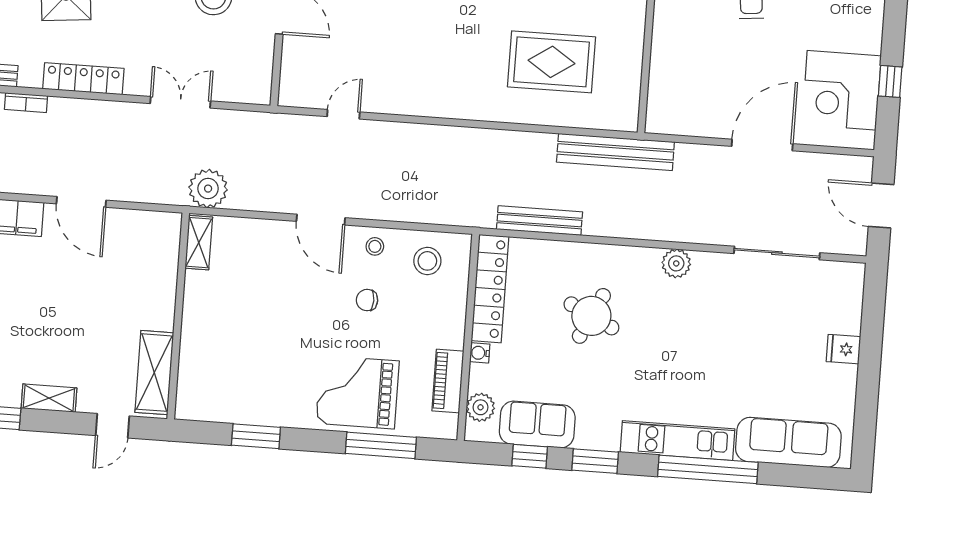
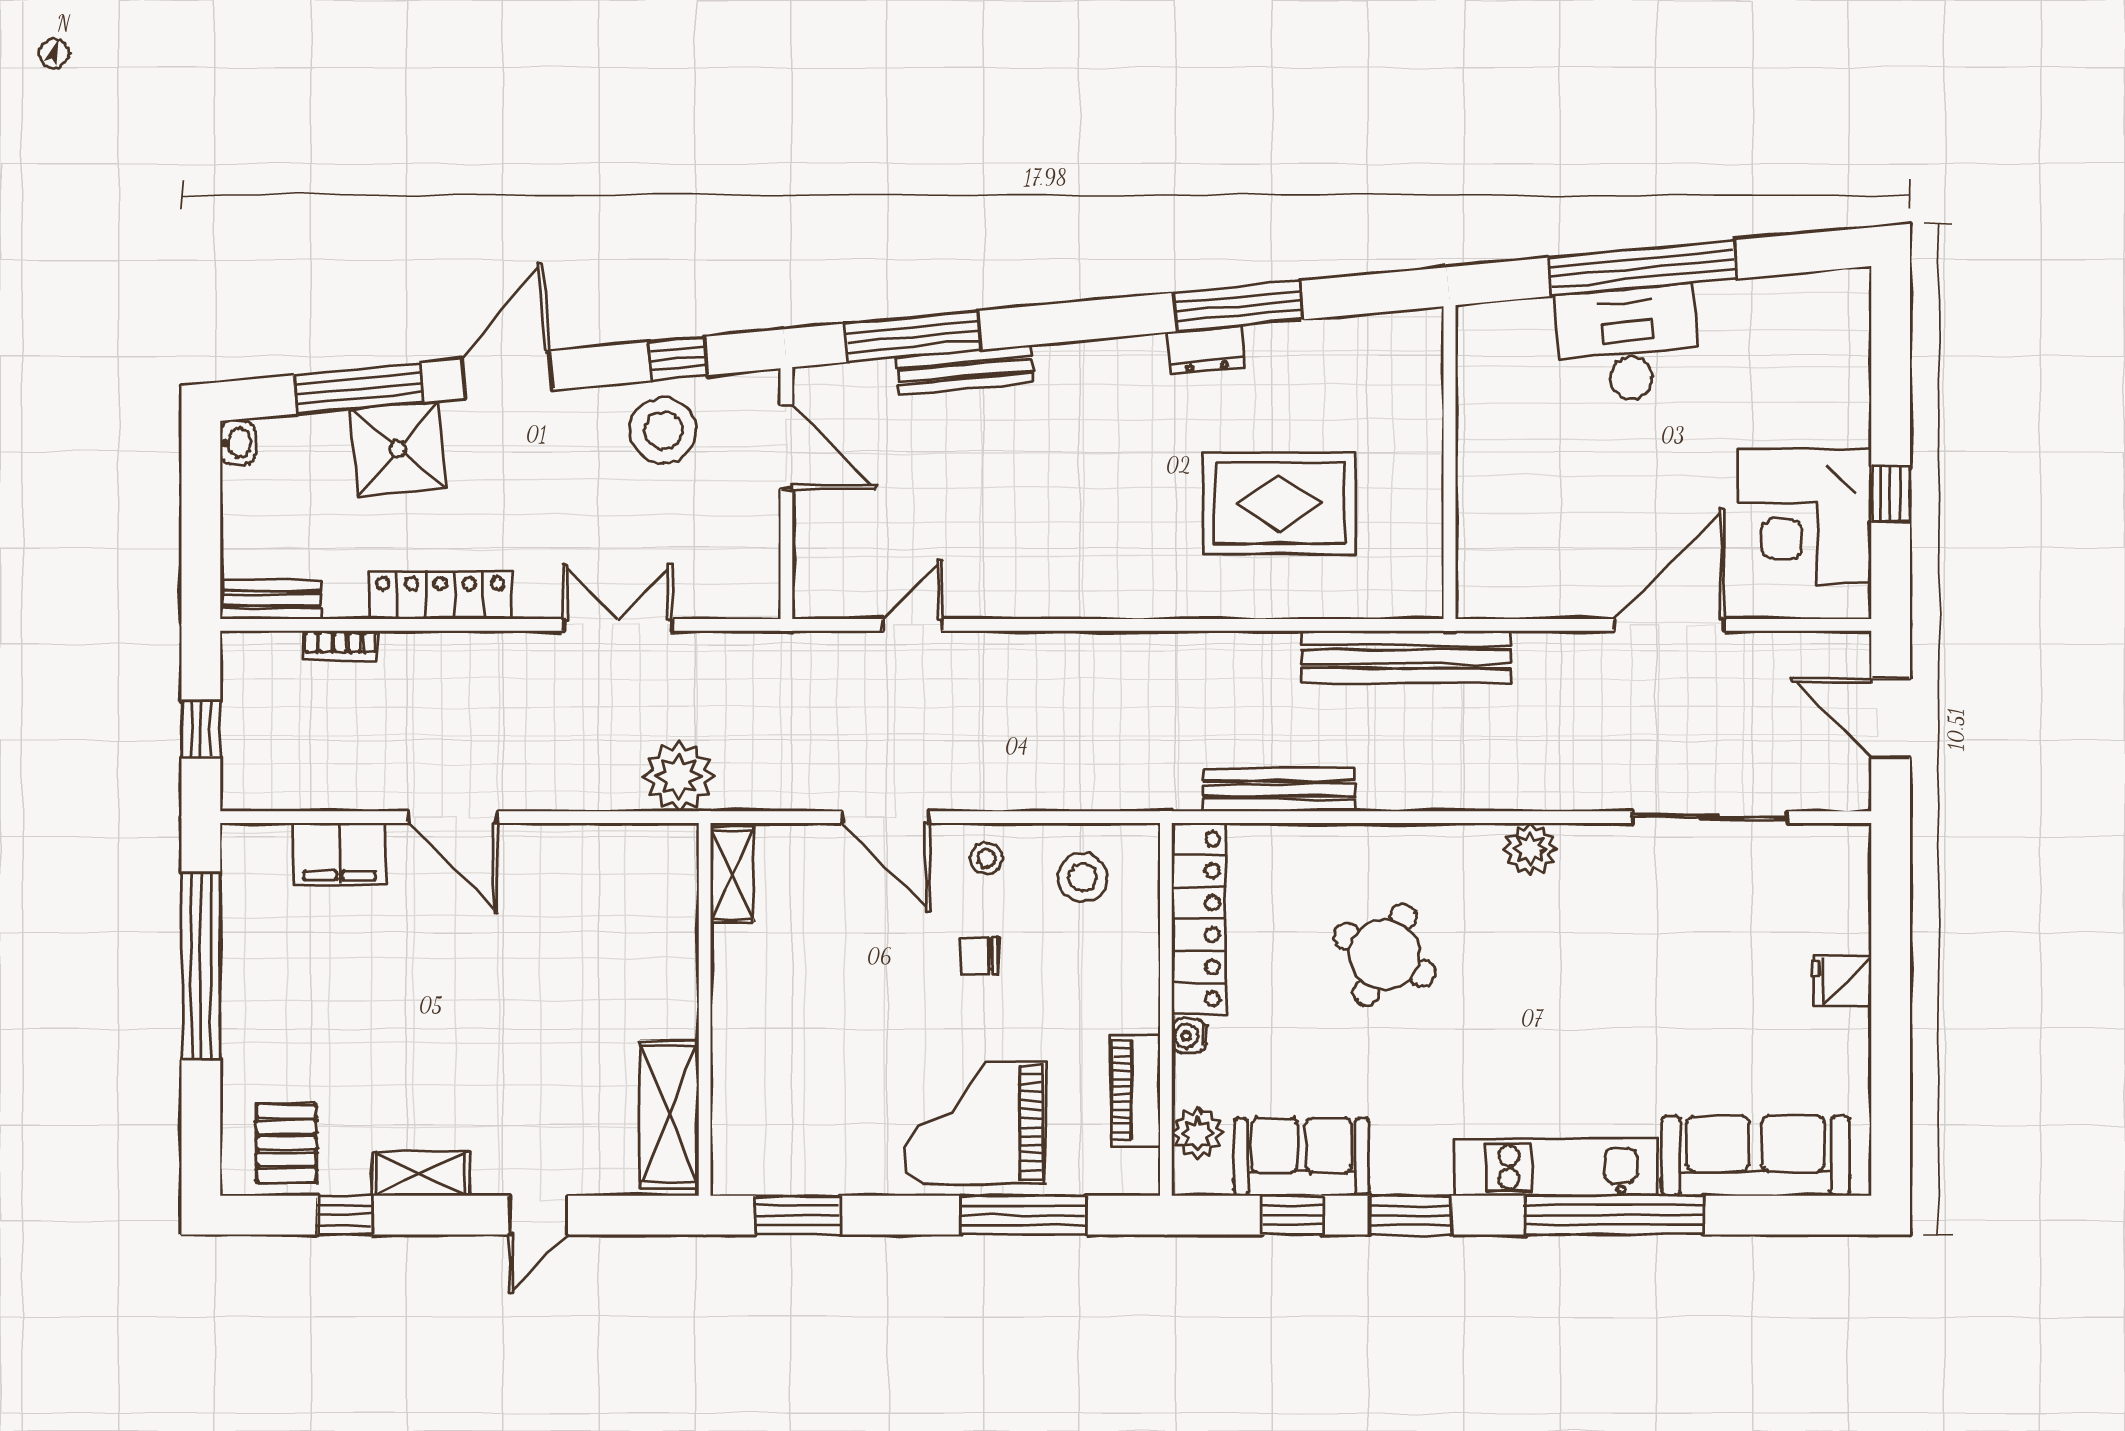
shelving: (199, 243) -> (732, 875), moved
wall: (178, 316) -> (705, 1009), moved
shelving: (154, 373) -> (669, 1114), moved

